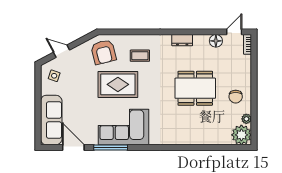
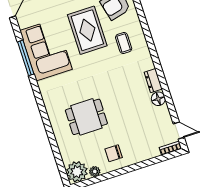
floor lamp: (216, 41) -> (158, 99), moved
dining table: (195, 88) -> (86, 117), moved, width x0.73
window: (111, 148) -> (26, 58), moved

